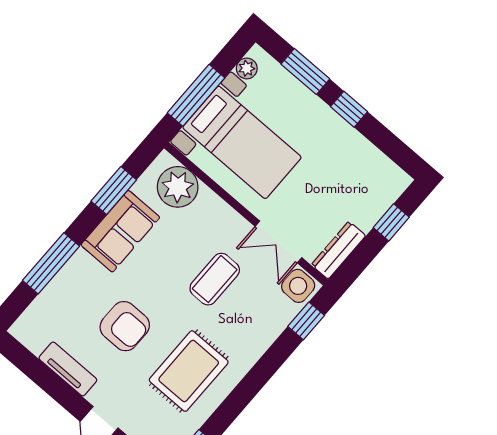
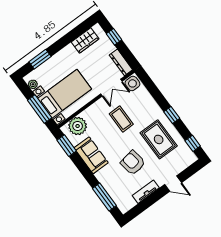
window: (349, 109) -> (61, 44), removed
wardrobe: (369, 161) -> (85, 40), added
window: (114, 191) -> (67, 146), moved
window: (51, 263) -> (104, 197), moved
window: (306, 321) -> (172, 115), moved
armchair: (125, 326) -> (133, 163), turned -99

